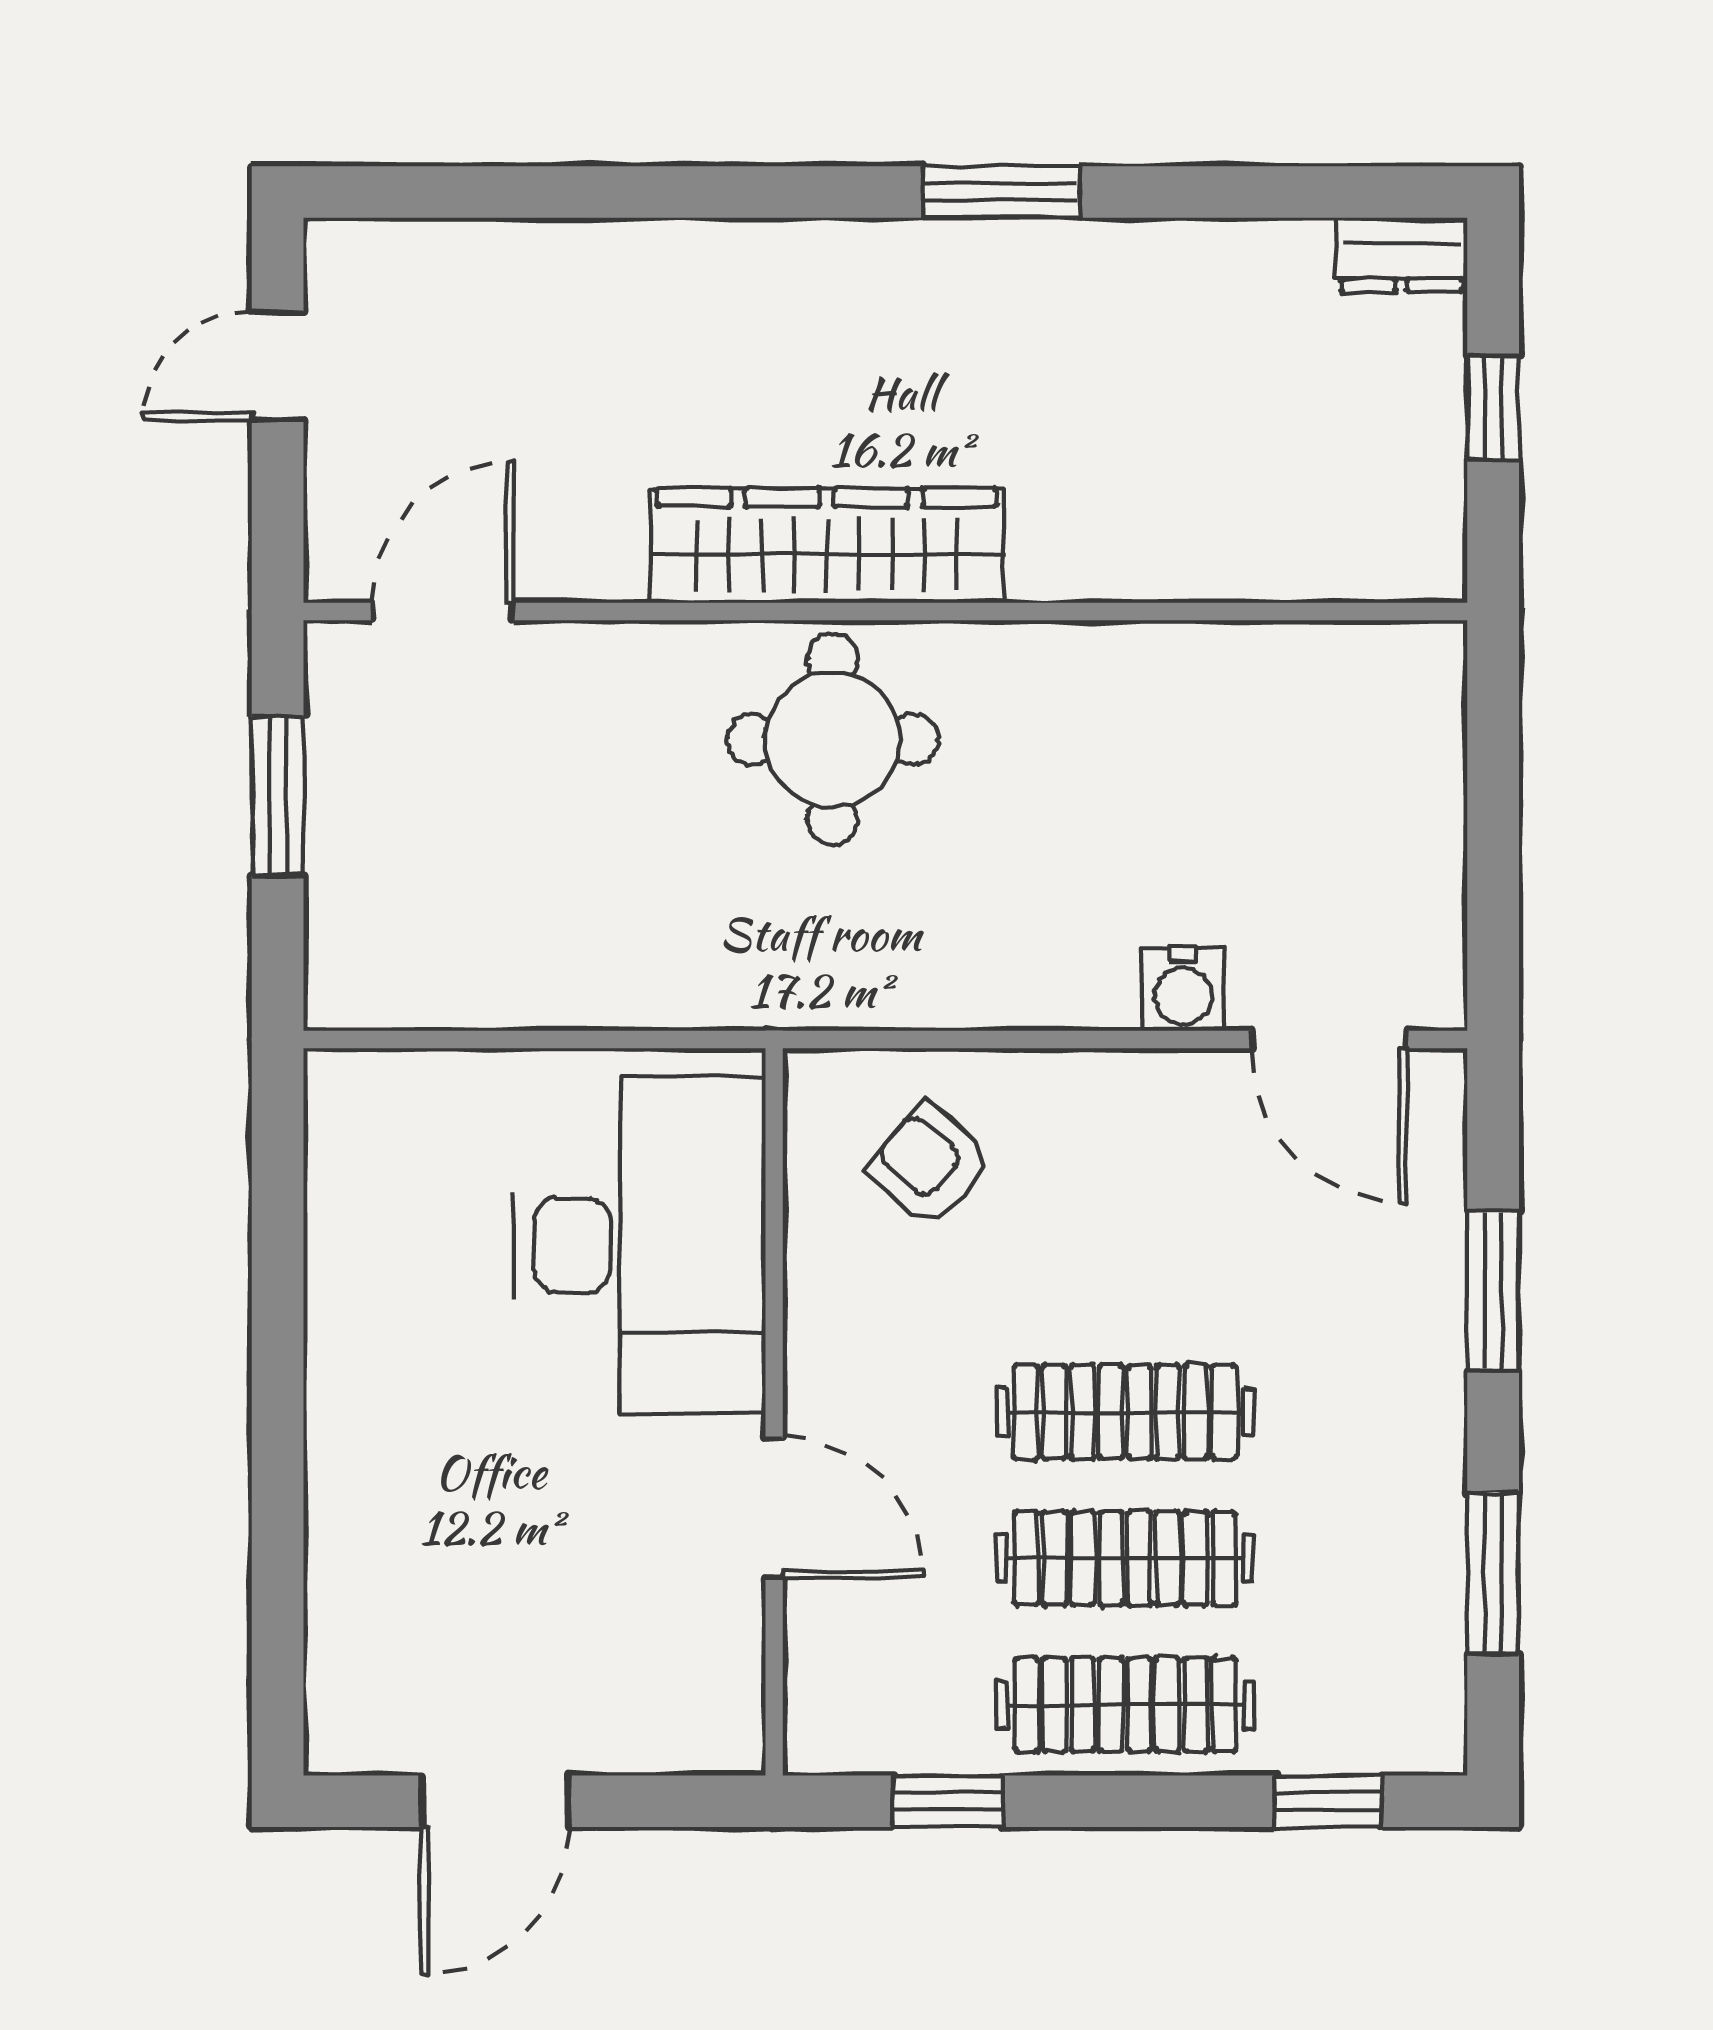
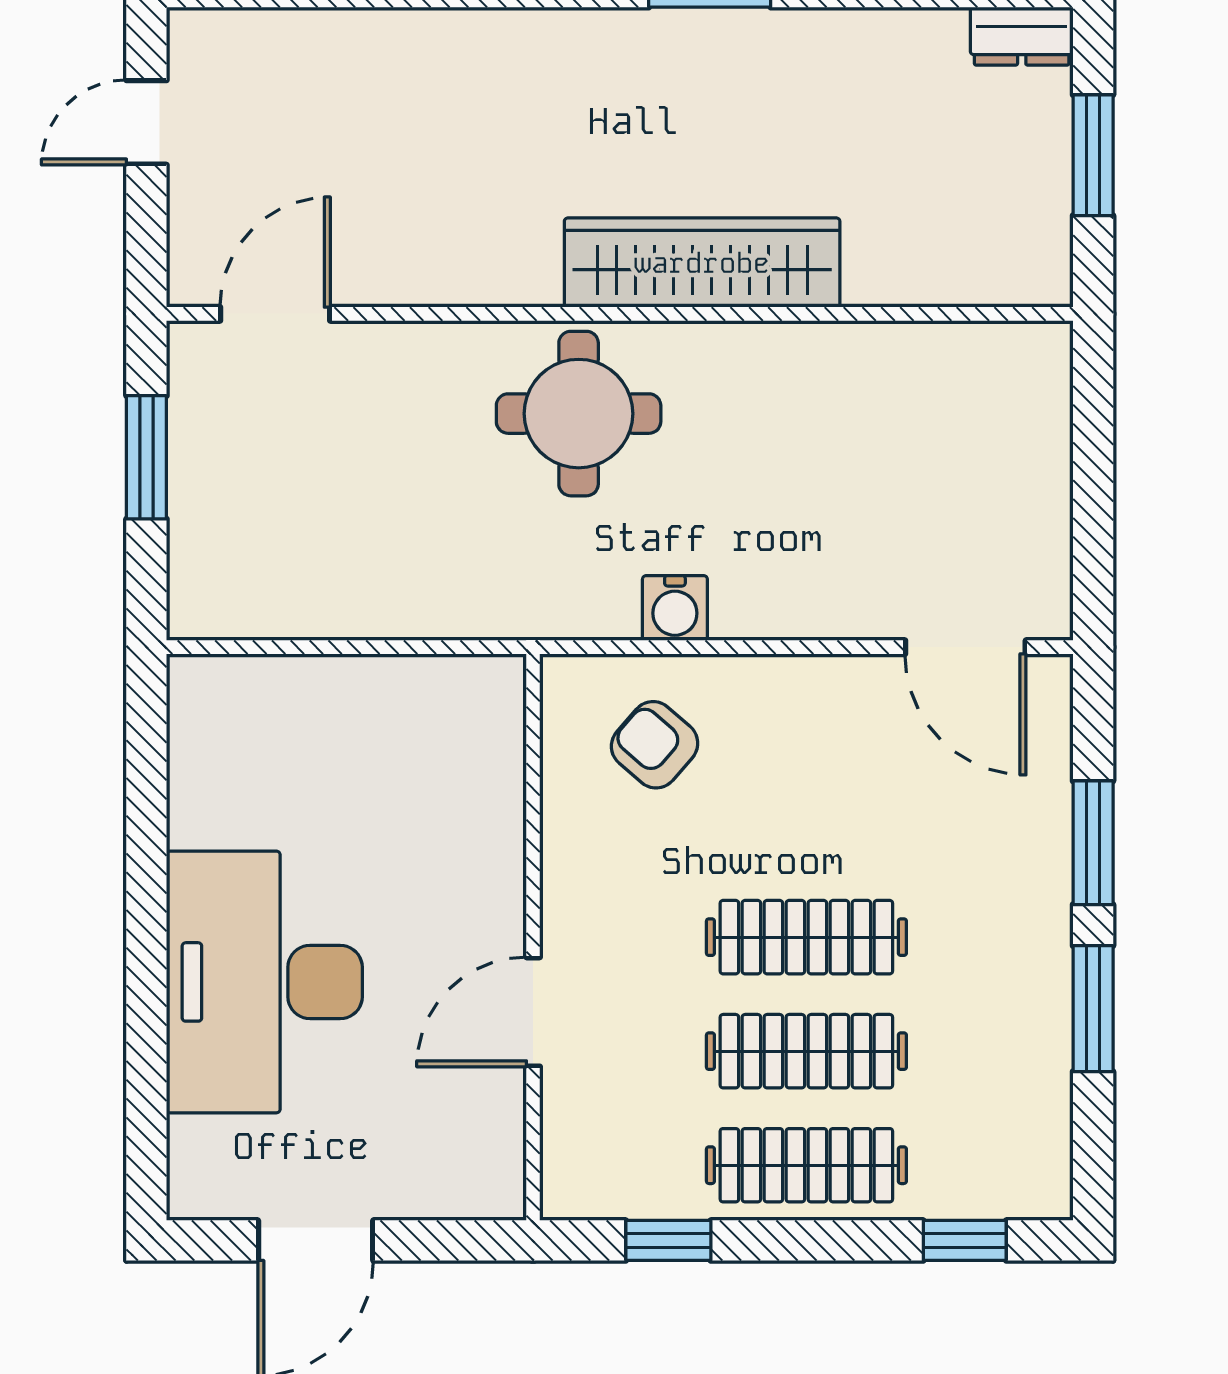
window: (1493, 408) -> (1093, 155), width x1.50
wardrobe: (827, 546) -> (702, 263), moved
water cooler: (1183, 989) -> (675, 608), moved
desk: (640, 1245) -> (264, 982), moved, turned 180
door: (774, 1508) -> (533, 1012), swing flipped
window: (1493, 1573) -> (1093, 1009), moved

